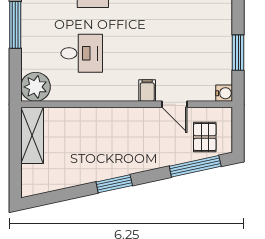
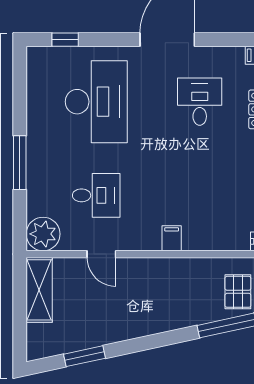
door: (175, 104) -> (101, 254), moved
window: (114, 184) -> (84, 356), moved

